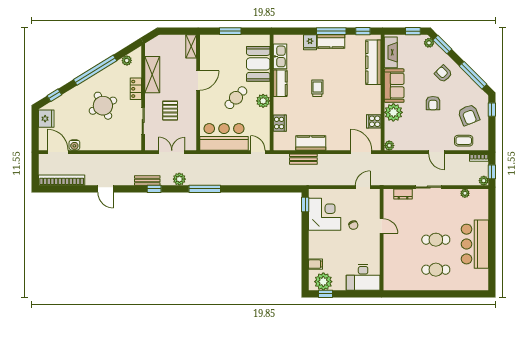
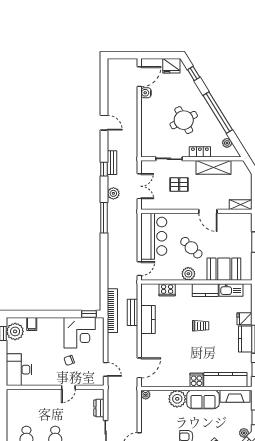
cooker: (374, 121) -> (196, 380), moved
bookcase: (62, 180) -> (112, 311), moved
door: (106, 189) -> (104, 123), swing flipped

